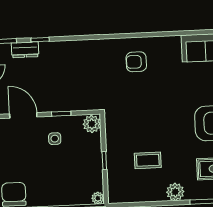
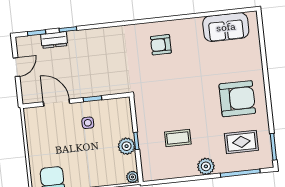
plant: (92, 124) -> (127, 146), moved

